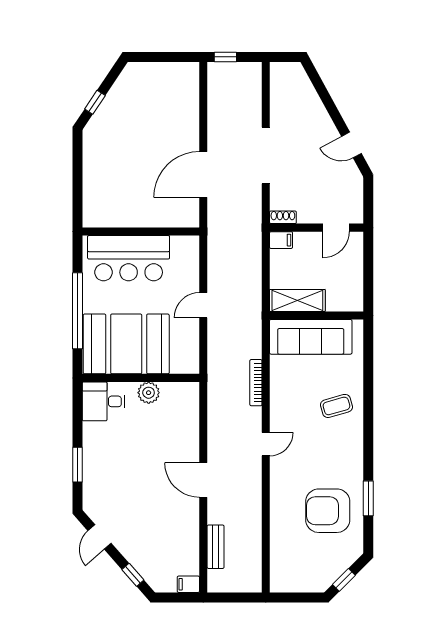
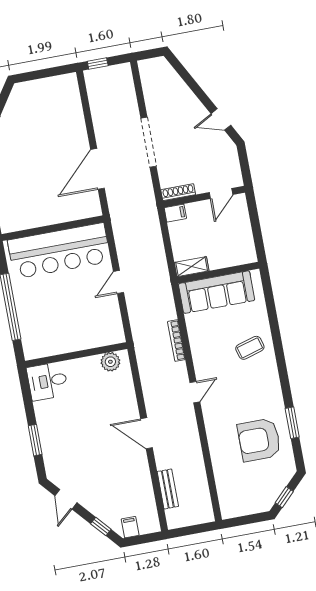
shoe rack: (283, 217) -> (178, 192), width x1.43
bar counter: (129, 258) -> (59, 251), width x1.36
shelving: (297, 300) -> (192, 267), width x0.67, depth x0.75
booth: (126, 344) -> (58, 328), removed
plant: (149, 393) -> (110, 362), moved
filing cabinet: (188, 584) -> (130, 527), moved, turned 90

